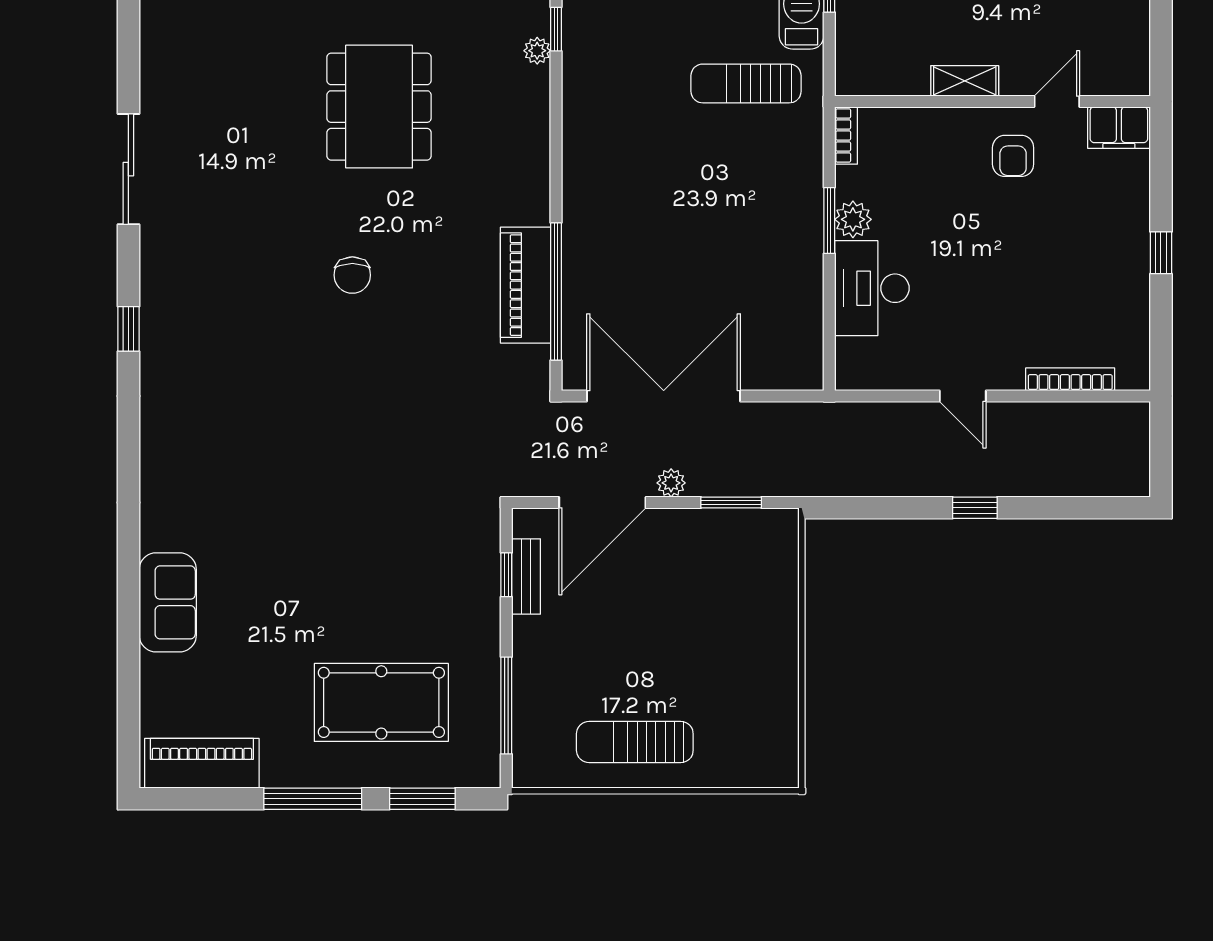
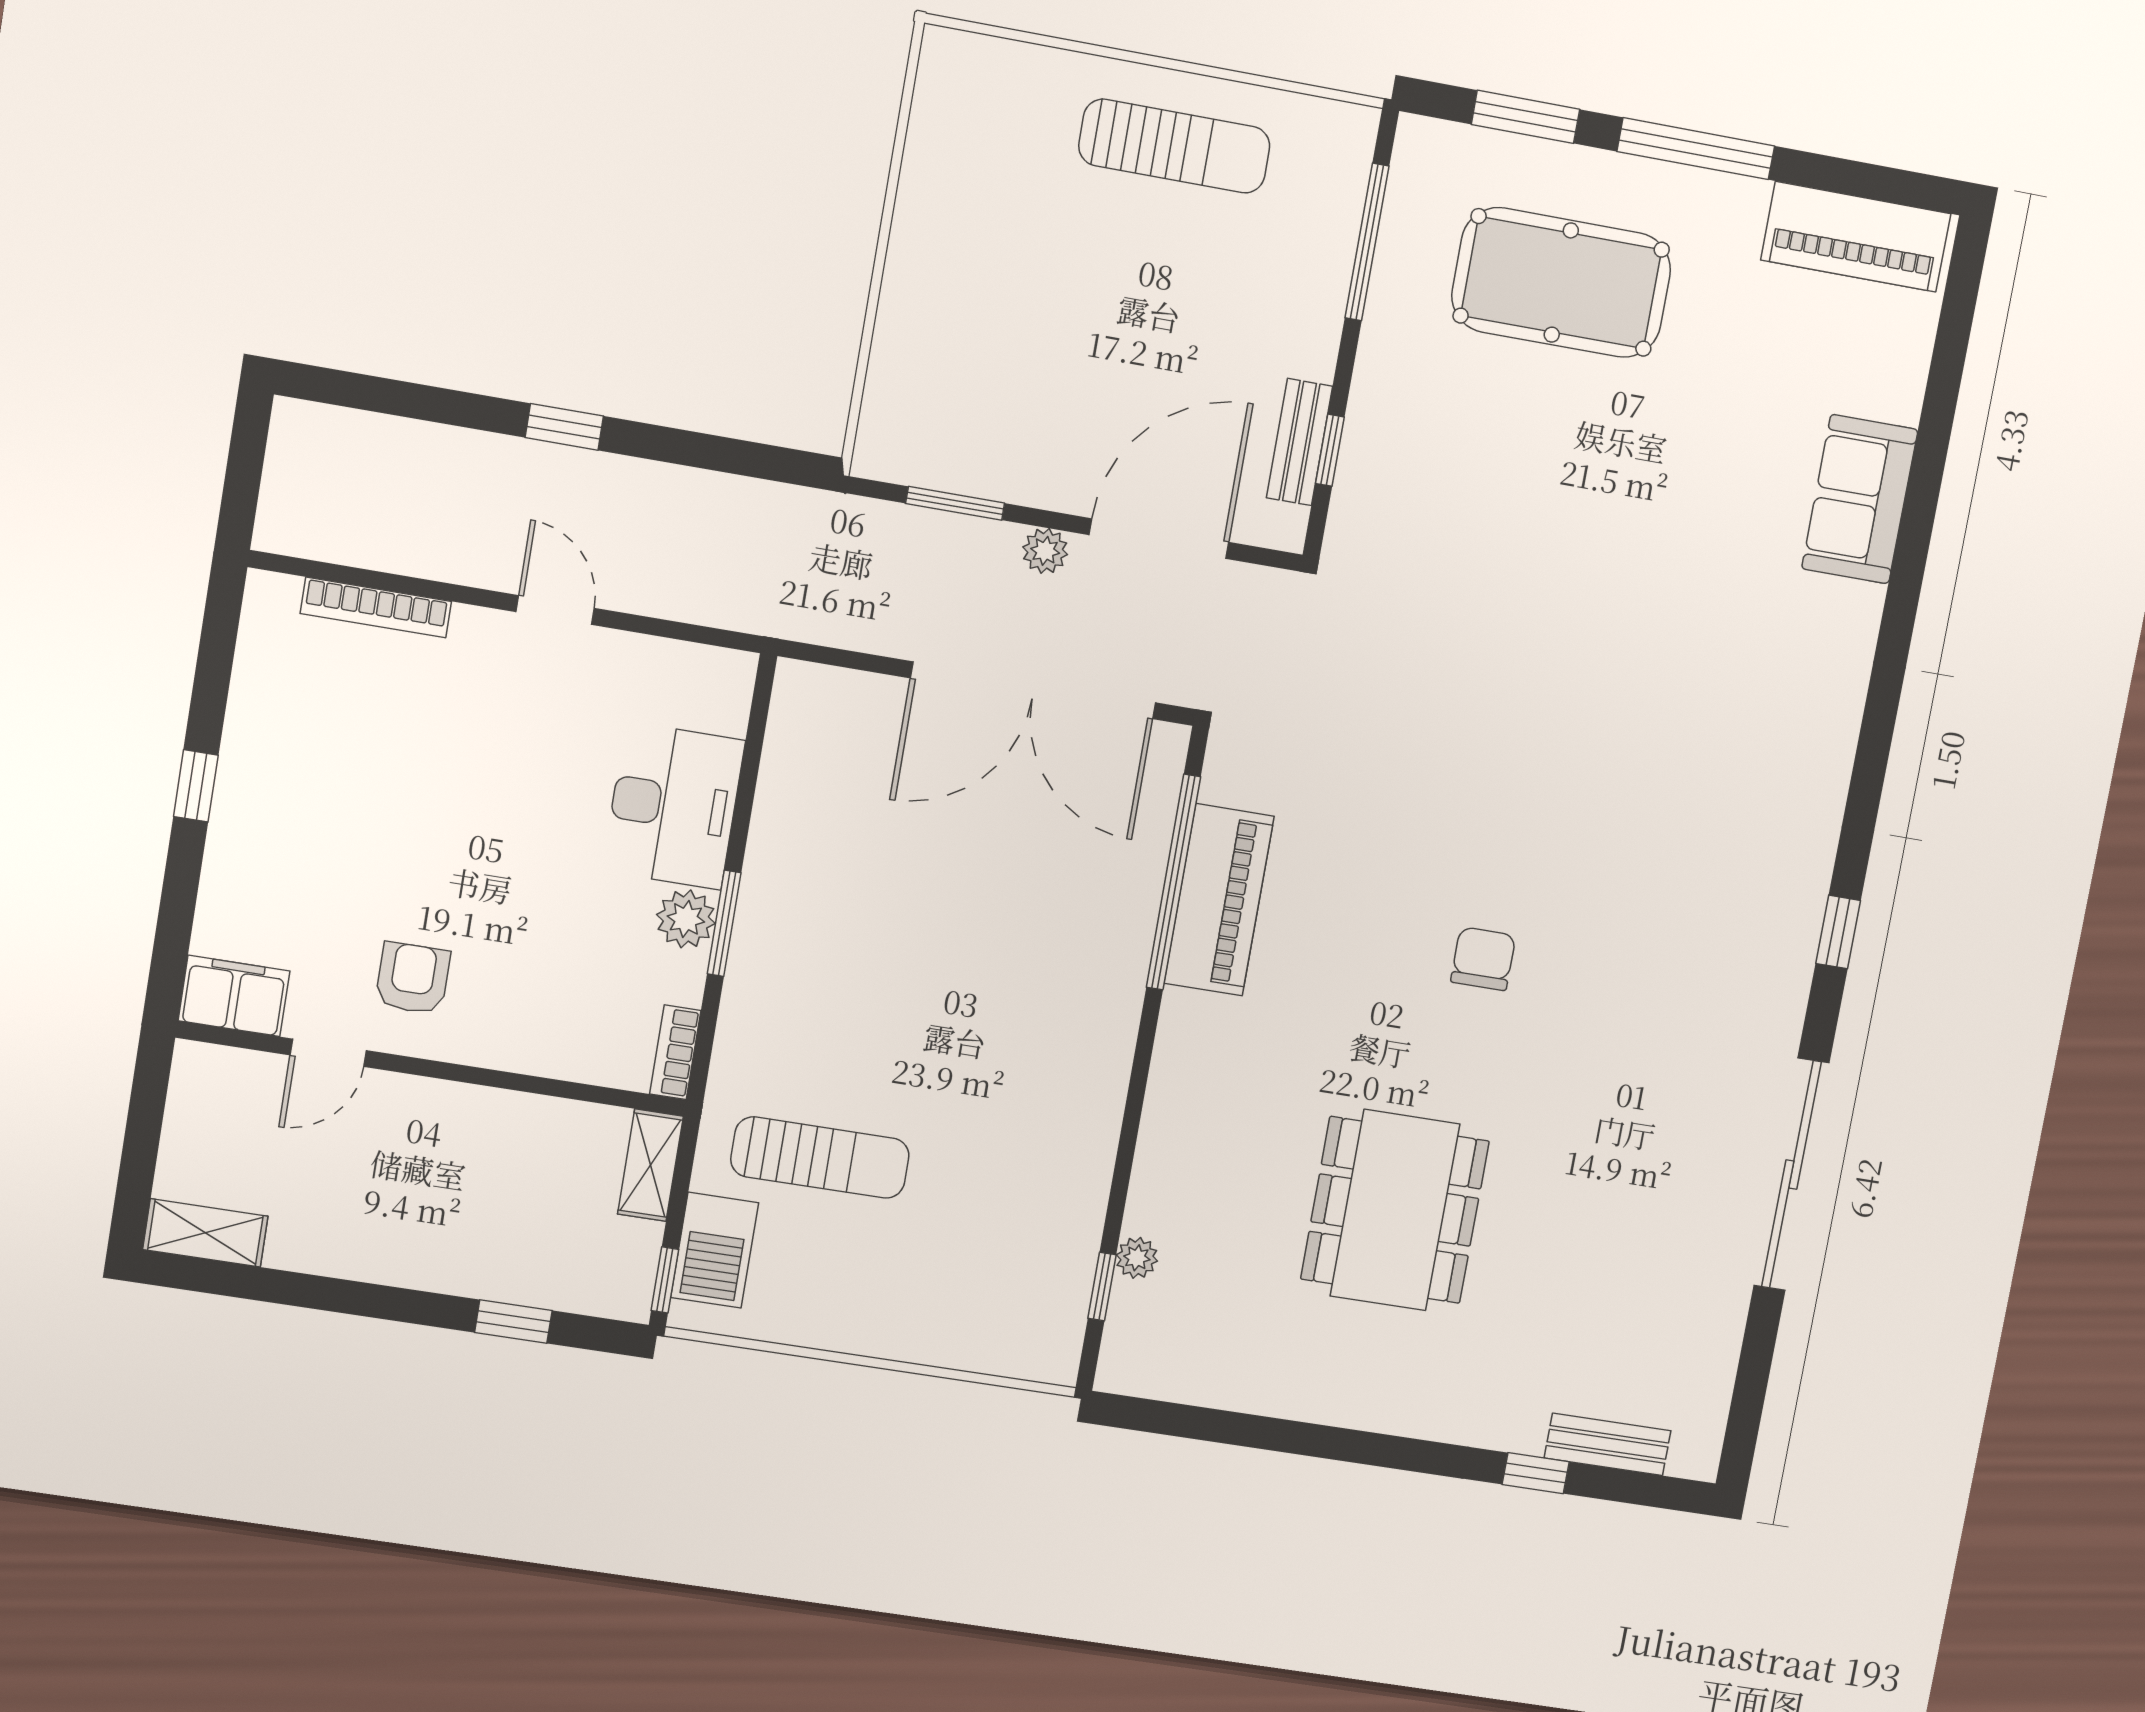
shelving: (965, 81) -> (650, 1165), moved, turned 90
sliding door: (128, 169) -> (1791, 1174), width x1.36

